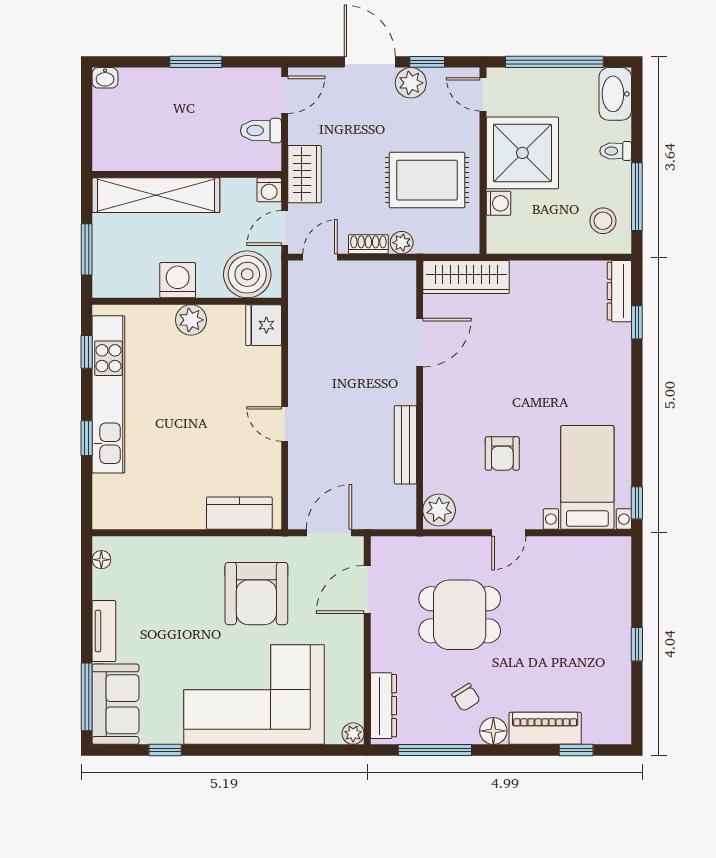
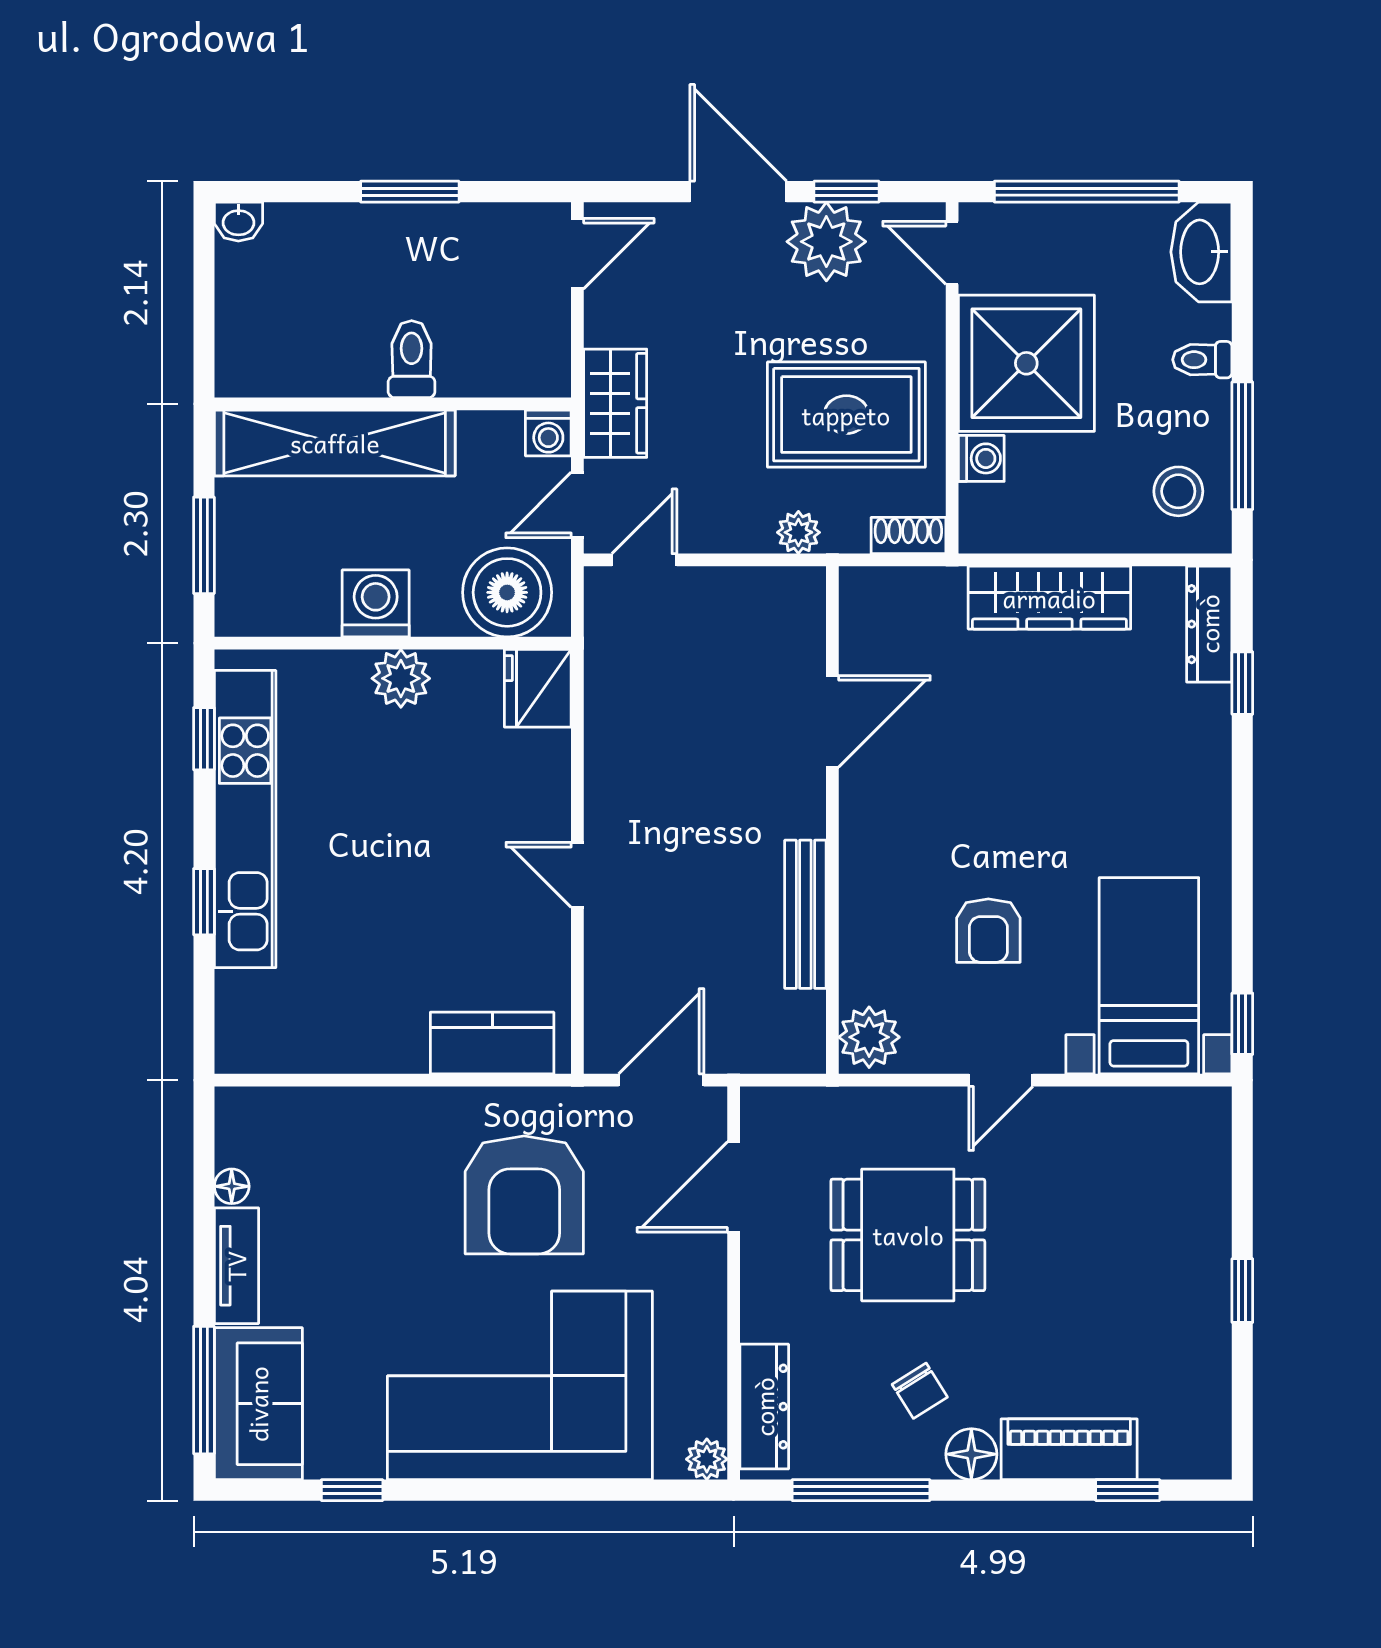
plant: (411, 83) -> (826, 242), width x1.36, depth x1.36
toilet: (261, 131) -> (412, 359), moved, turned 90
shoe rack: (368, 244) -> (908, 536), moved
wardrobe: (466, 277) -> (1049, 598), moved
floor lamp: (101, 560) -> (232, 1186), moved

